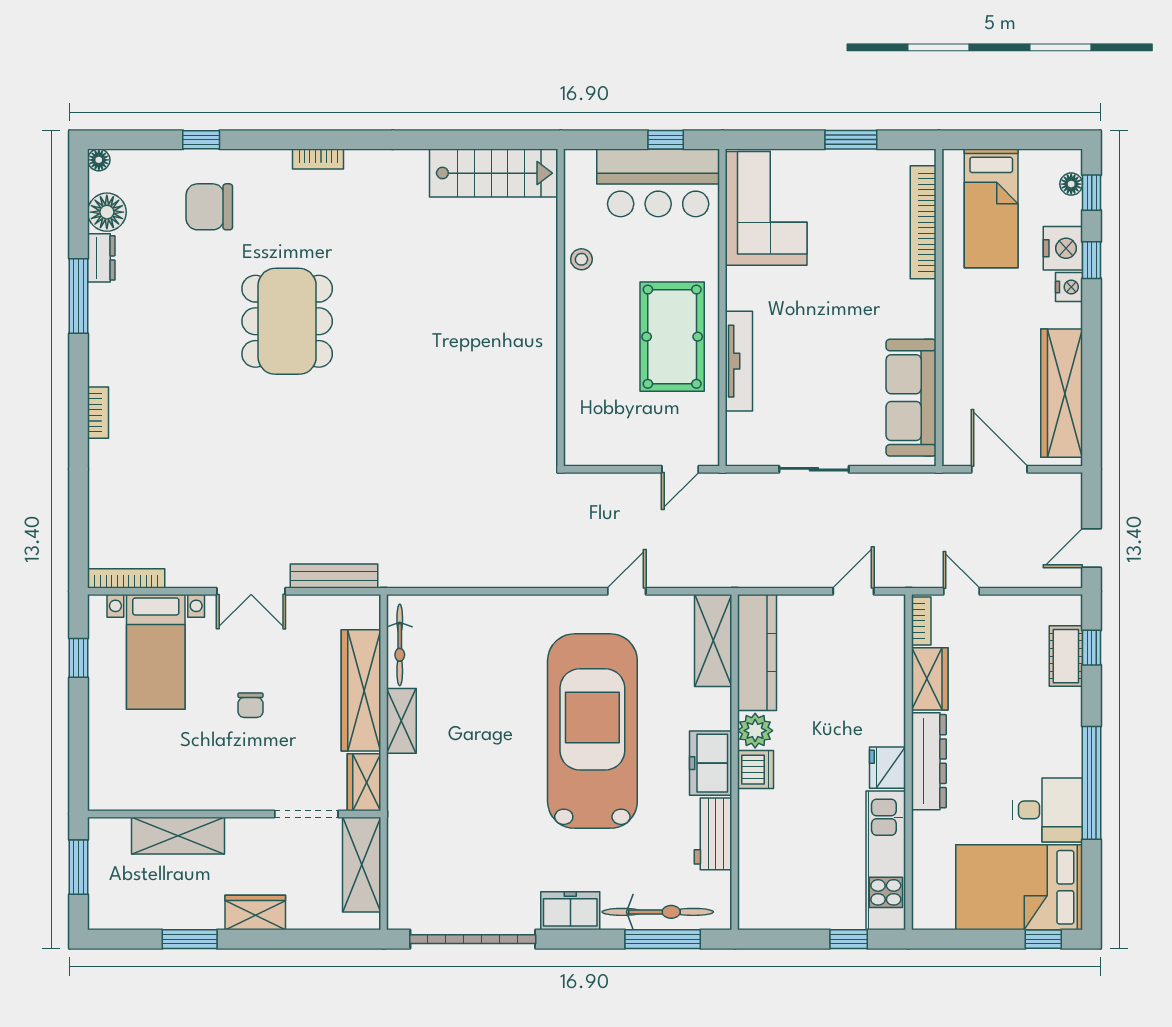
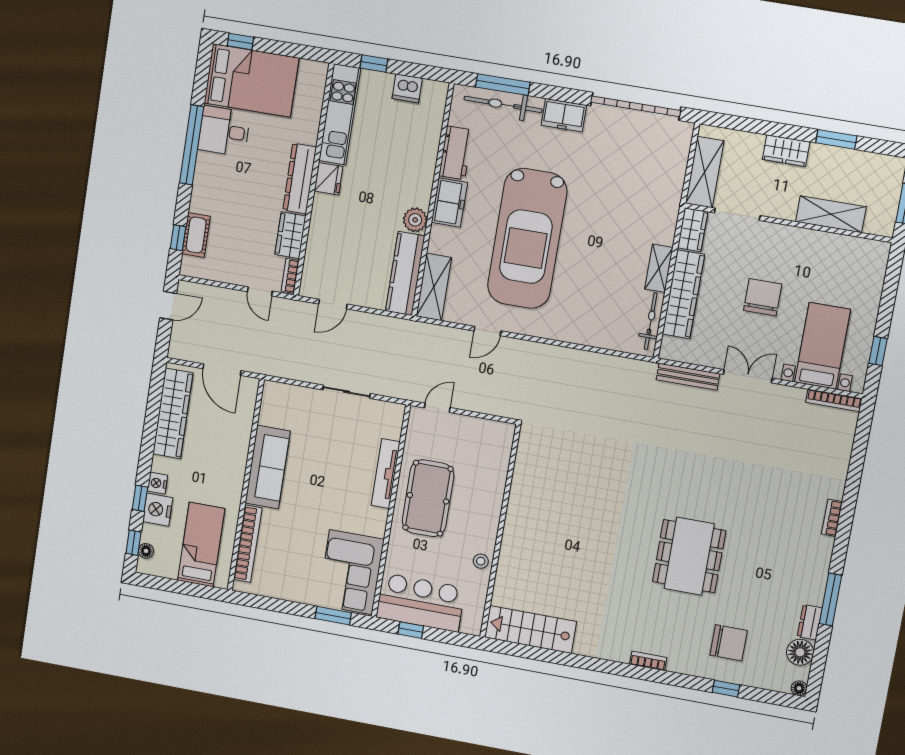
window: (851, 140) -> (333, 616), moved
sofa: (911, 398) -> (268, 467), moved
chair: (250, 705) -> (763, 297), width x1.87, depth x1.87
dishwasher: (755, 770) -> (407, 88), moved, turned -90

